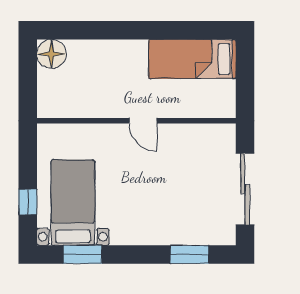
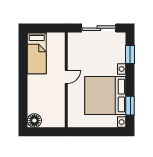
window: (28, 202) -> (105, 132), removed
bed with nightstands: (73, 203) -> (105, 95), width x1.85

